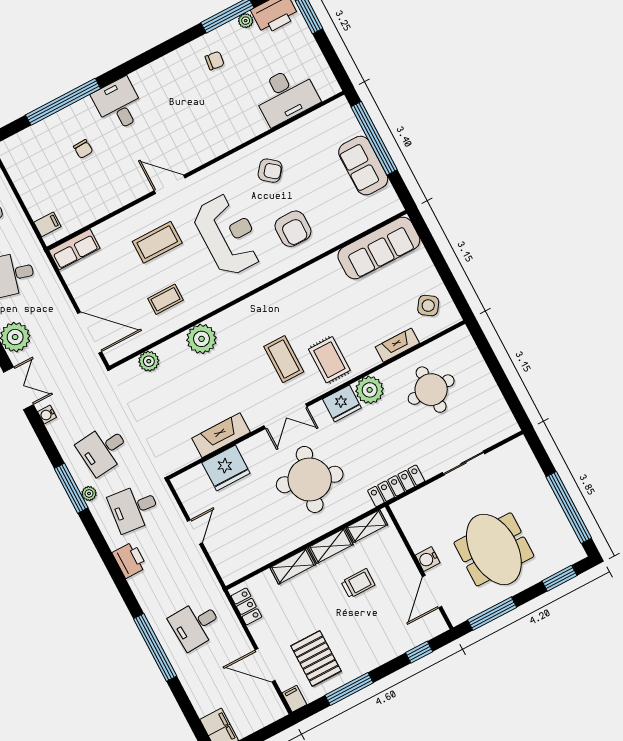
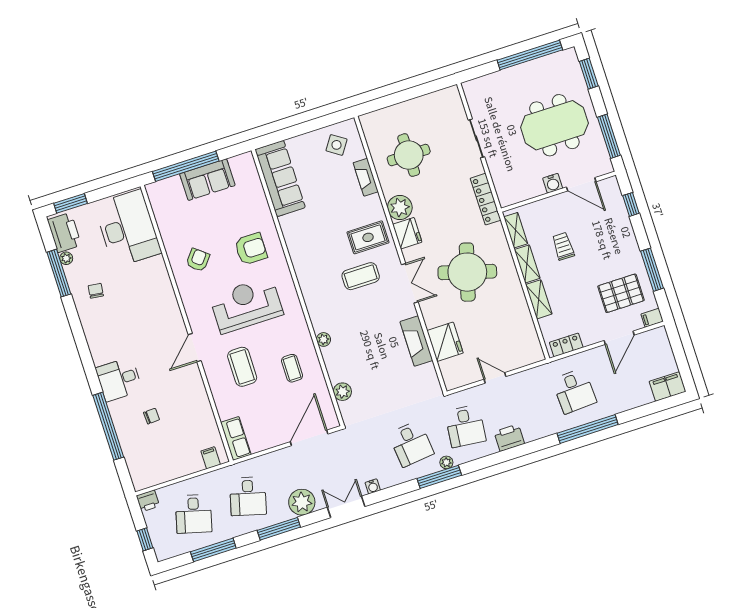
desk: (286, 95) -> (128, 228), width x1.36, depth x1.30
plant: (201, 339) -> (324, 339), width x0.53, depth x0.53

